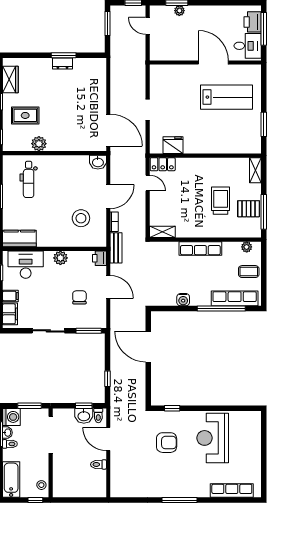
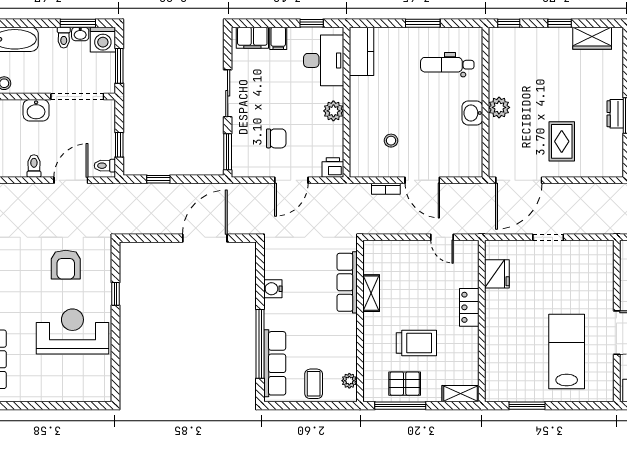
lab bench: (226, 97) -> (567, 352), turned 180
rug: (25, 115) -> (562, 141), moved
plant: (39, 144) -> (499, 107), moved
washbasin: (98, 162) -> (472, 113), moved
locker: (163, 164) -> (469, 307), moved
door: (148, 183) -> (442, 237), hinge flipped
pallet: (249, 209) -> (405, 384), turned 90
stool: (81, 218) -> (391, 141), width x0.53, depth x0.53
shelving: (162, 232) -> (371, 293), moved
bench: (116, 248) -> (348, 191), removed
row of seats: (200, 248) -> (347, 282), moved
window: (172, 408) -> (115, 294), moved
washbasin: (84, 416) -> (36, 110), moved, turned -90

